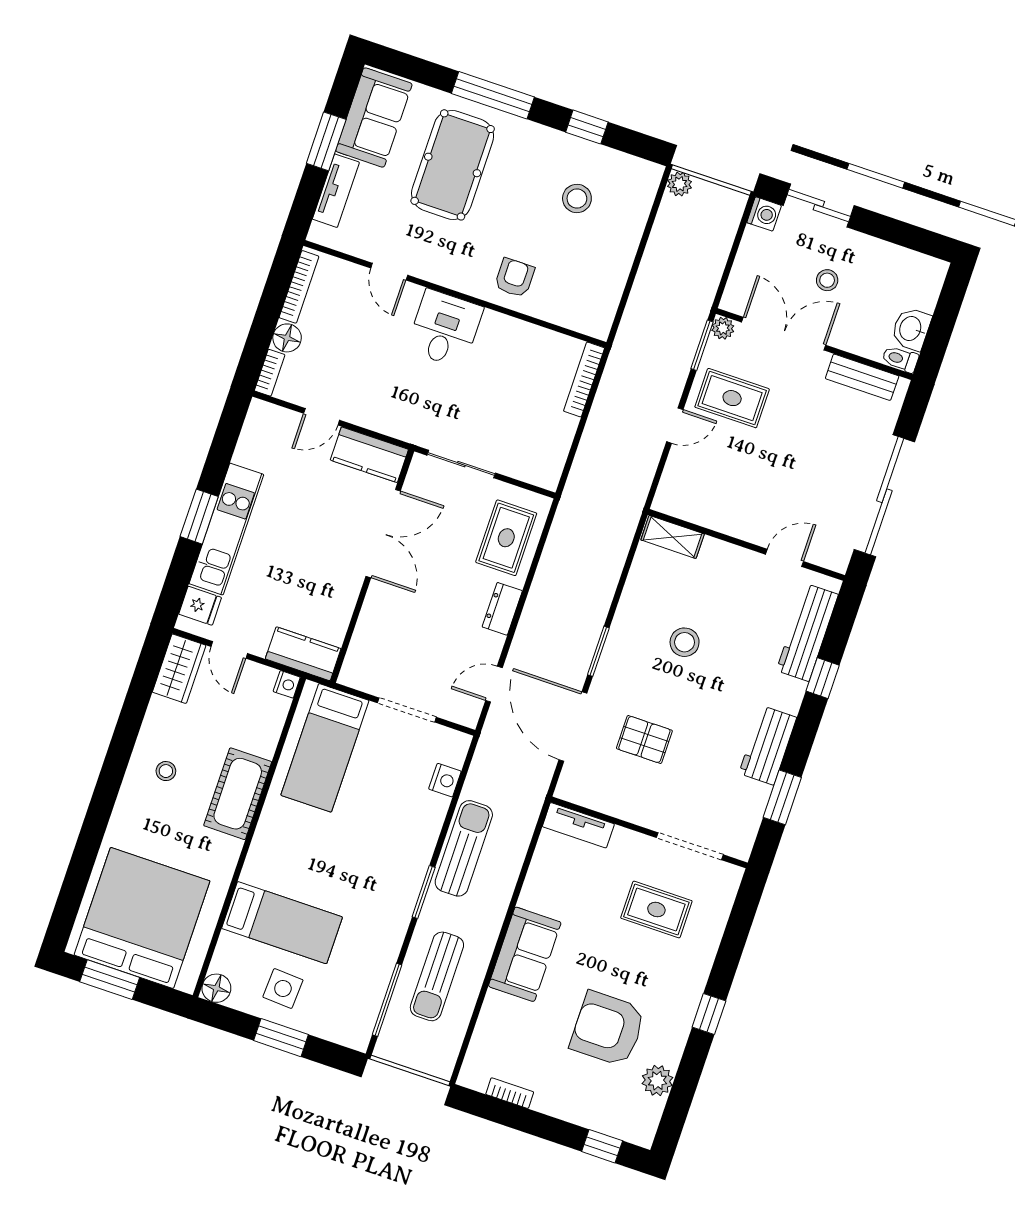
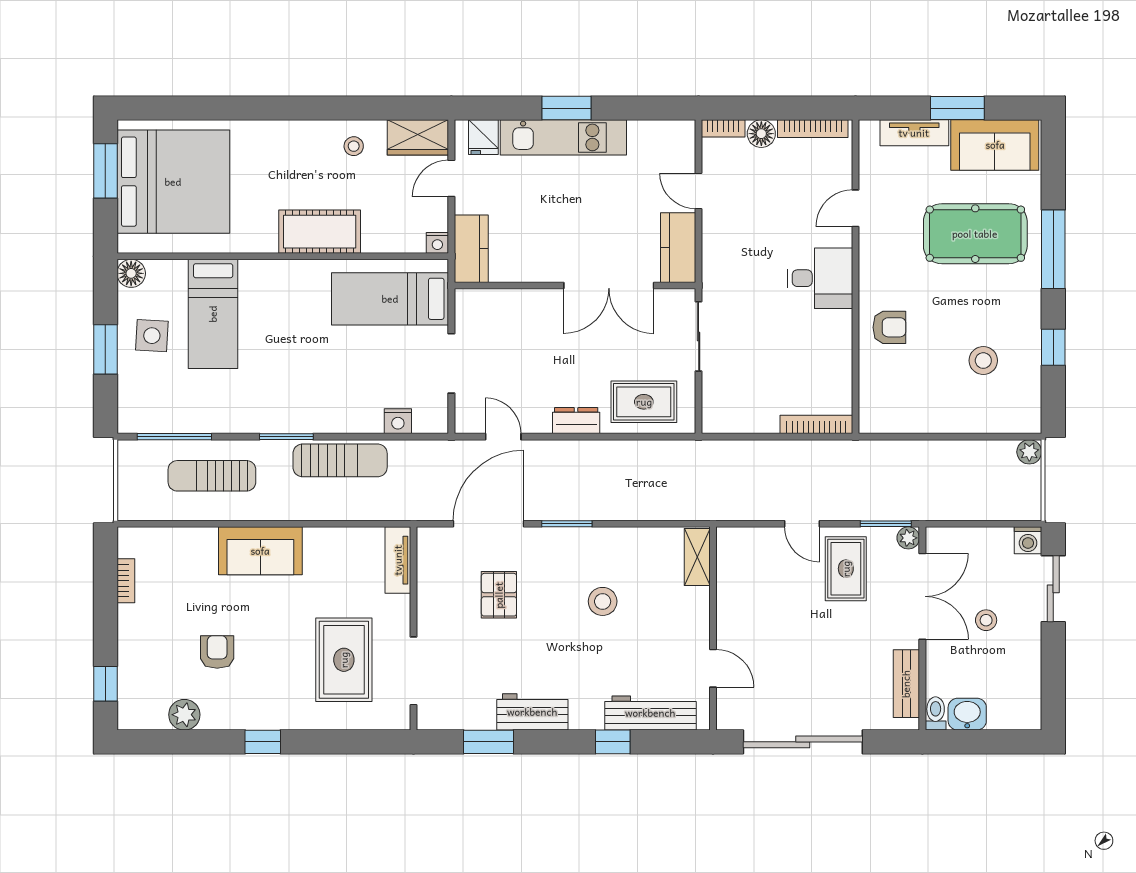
stool: (166, 771) -> (354, 146), moved
rug: (656, 910) -> (344, 660), width x1.36, depth x1.43
armchair: (608, 1029) -> (217, 652), width x0.53, depth x0.53

